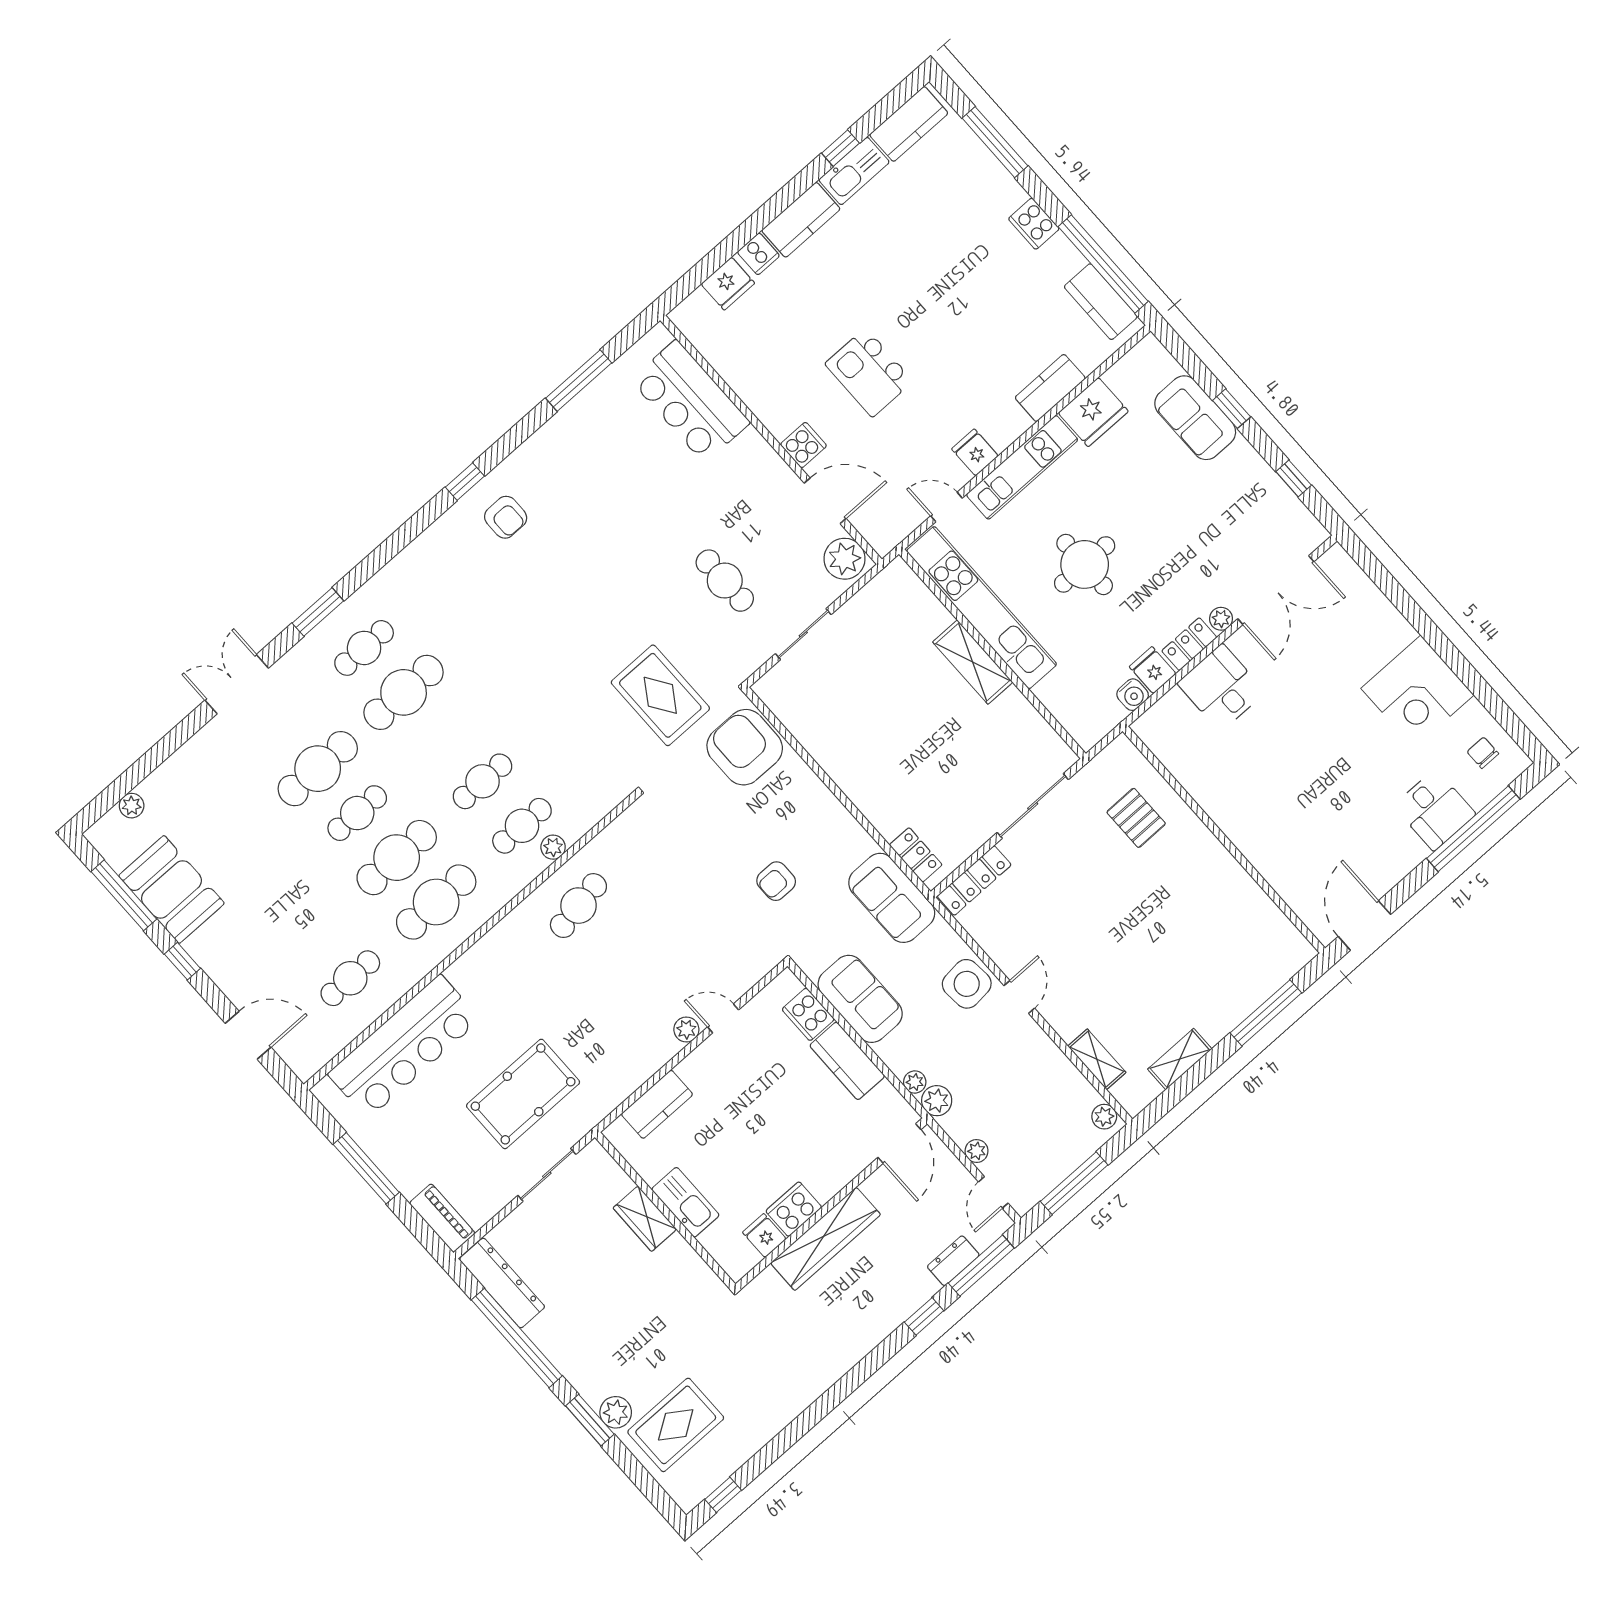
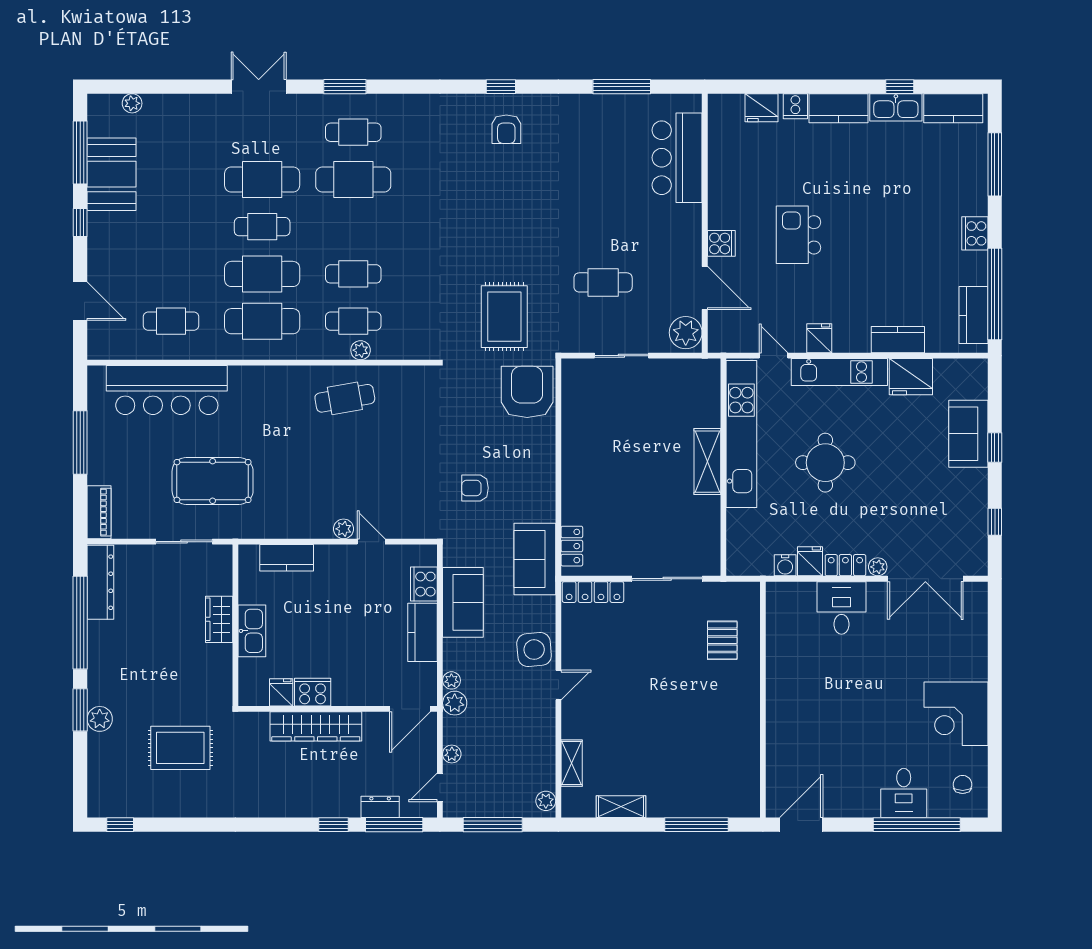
cafe table: (725, 581) -> (603, 282), turned 90
rug: (676, 1425) -> (180, 748), moved

